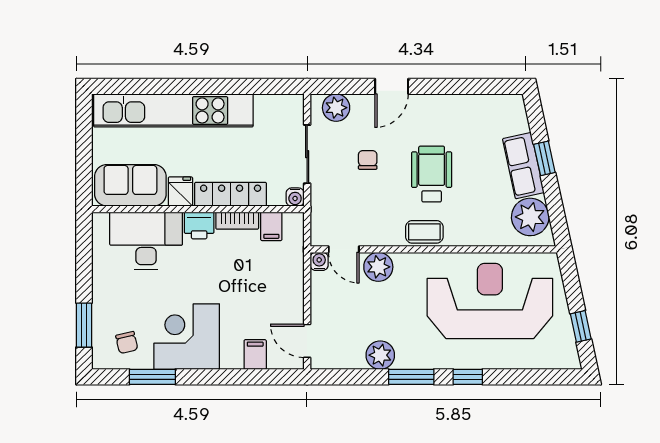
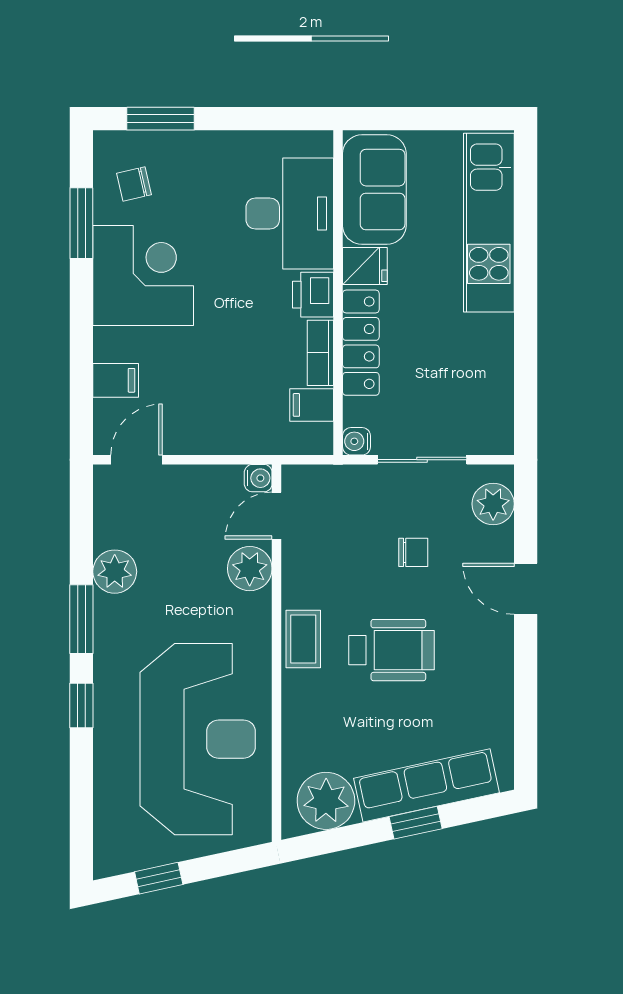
kitchen unit: (173, 110) -> (489, 223), width x0.73
row of seats: (523, 166) -> (426, 785), width x1.48

